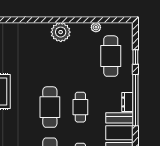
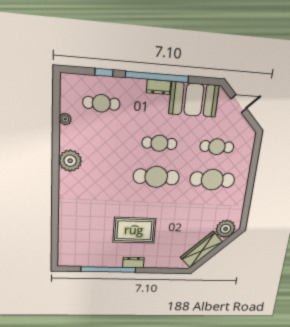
cafe table: (111, 56) -> (101, 103), width x0.73, depth x0.74

